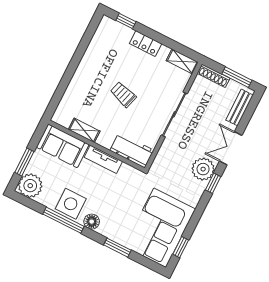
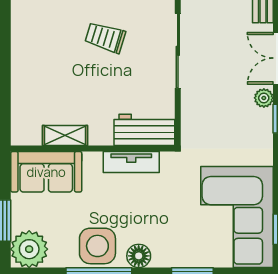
trolley: (123, 94) -> (105, 37), moved
tv unit: (103, 159) -> (131, 162), moved
plant: (203, 169) -> (264, 98), width x0.53, depth x0.53

